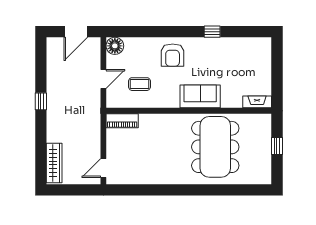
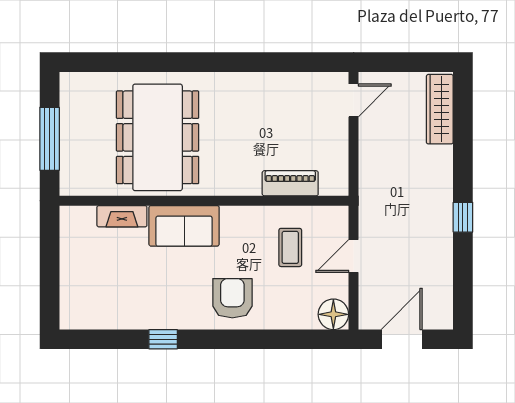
coffee table: (139, 84) -> (290, 247), turned 90
fireplace: (257, 102) -> (122, 216), moved
piano: (122, 121) -> (290, 183), moved
window: (277, 146) -> (50, 139), width x2.17

